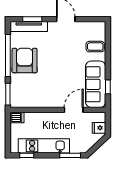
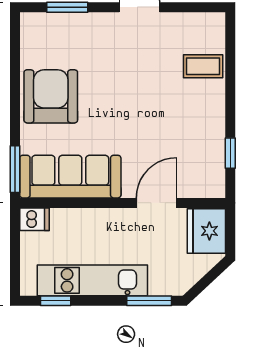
tv unit: (29, 26) -> (60, 23), removed
window: (8, 55) -> (15, 85), removed
sofa: (96, 84) -> (70, 177), moved, turned 90
fridge: (99, 128) -> (206, 231), width x1.88, depth x1.34

